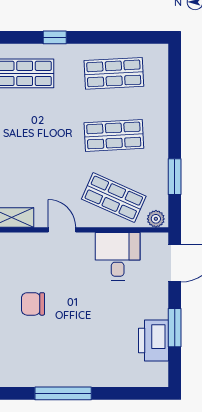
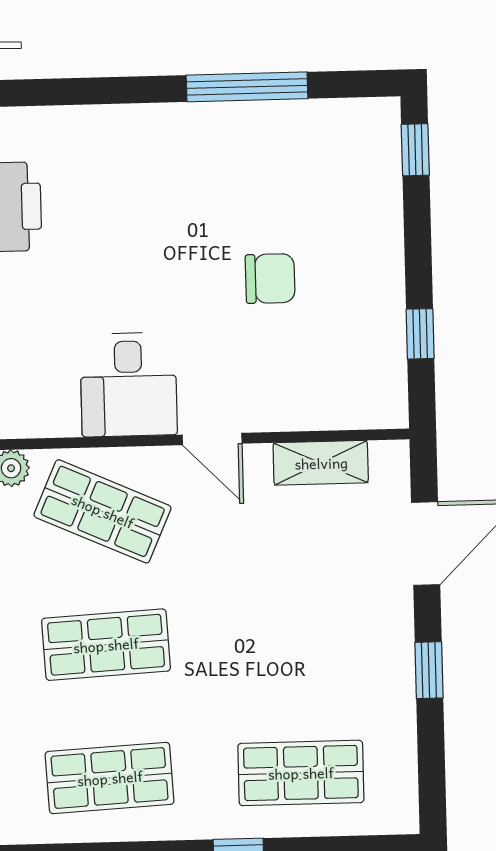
desk: (118, 256) -> (129, 385), moved
window: (63, 393) -> (247, 87), moved

